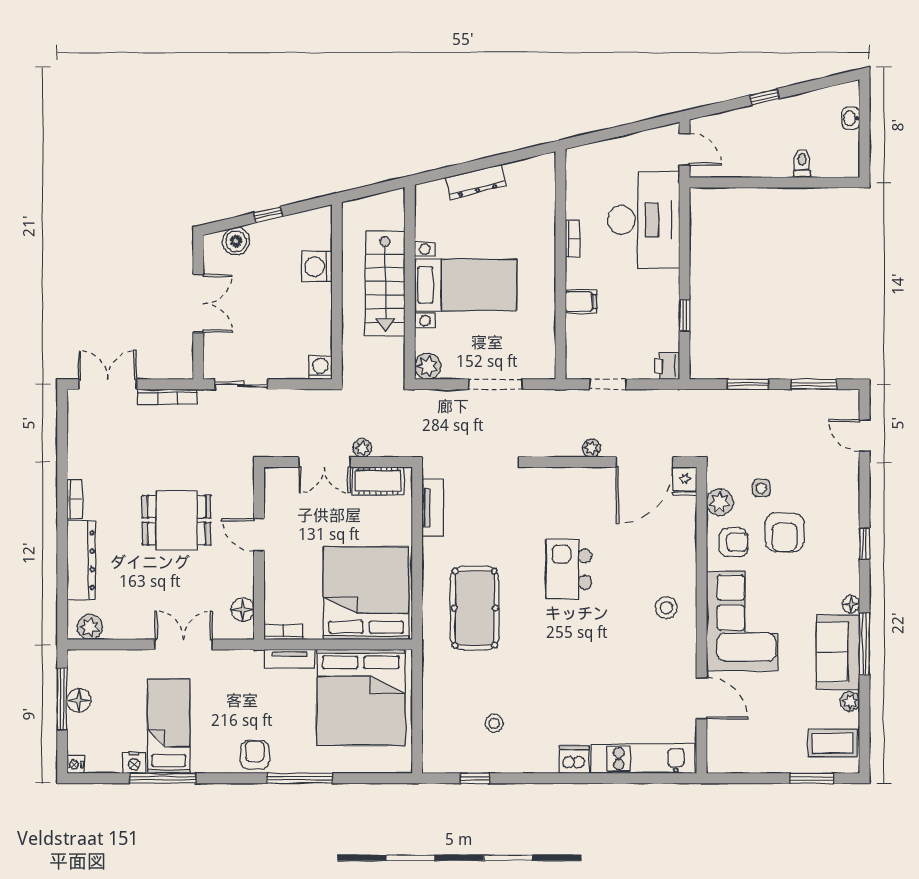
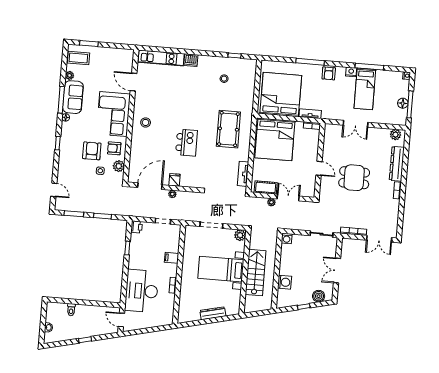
fridge: (685, 481) -> (174, 180), moved
floor lamp: (243, 610) -> (329, 137), removed
nightstand: (134, 763) -> (351, 72), moved

